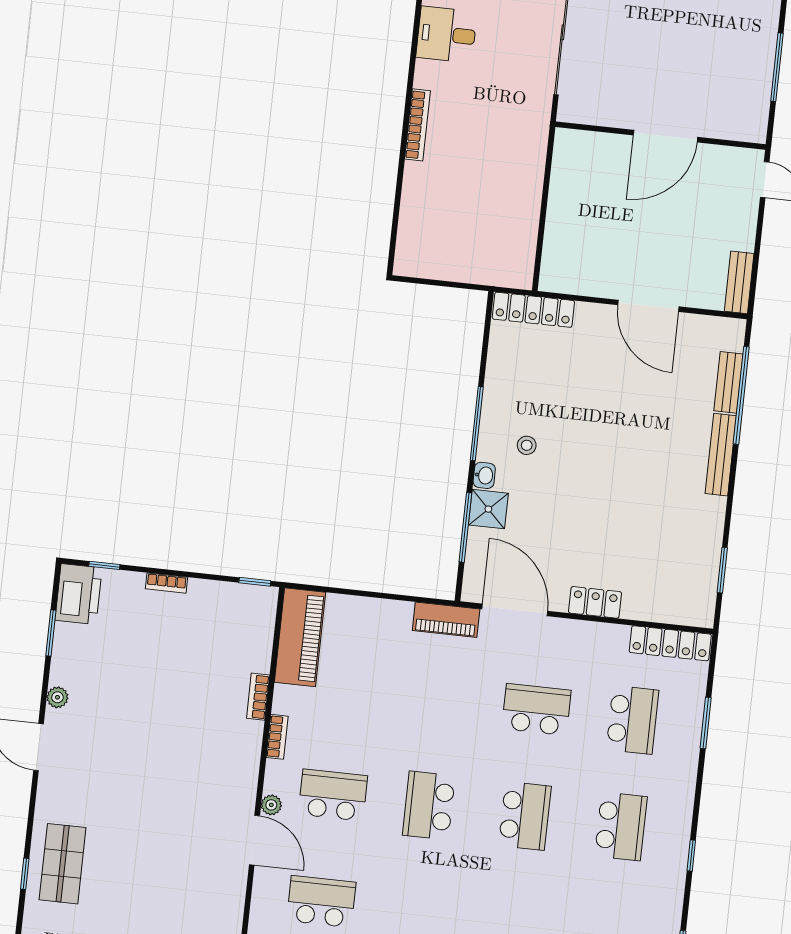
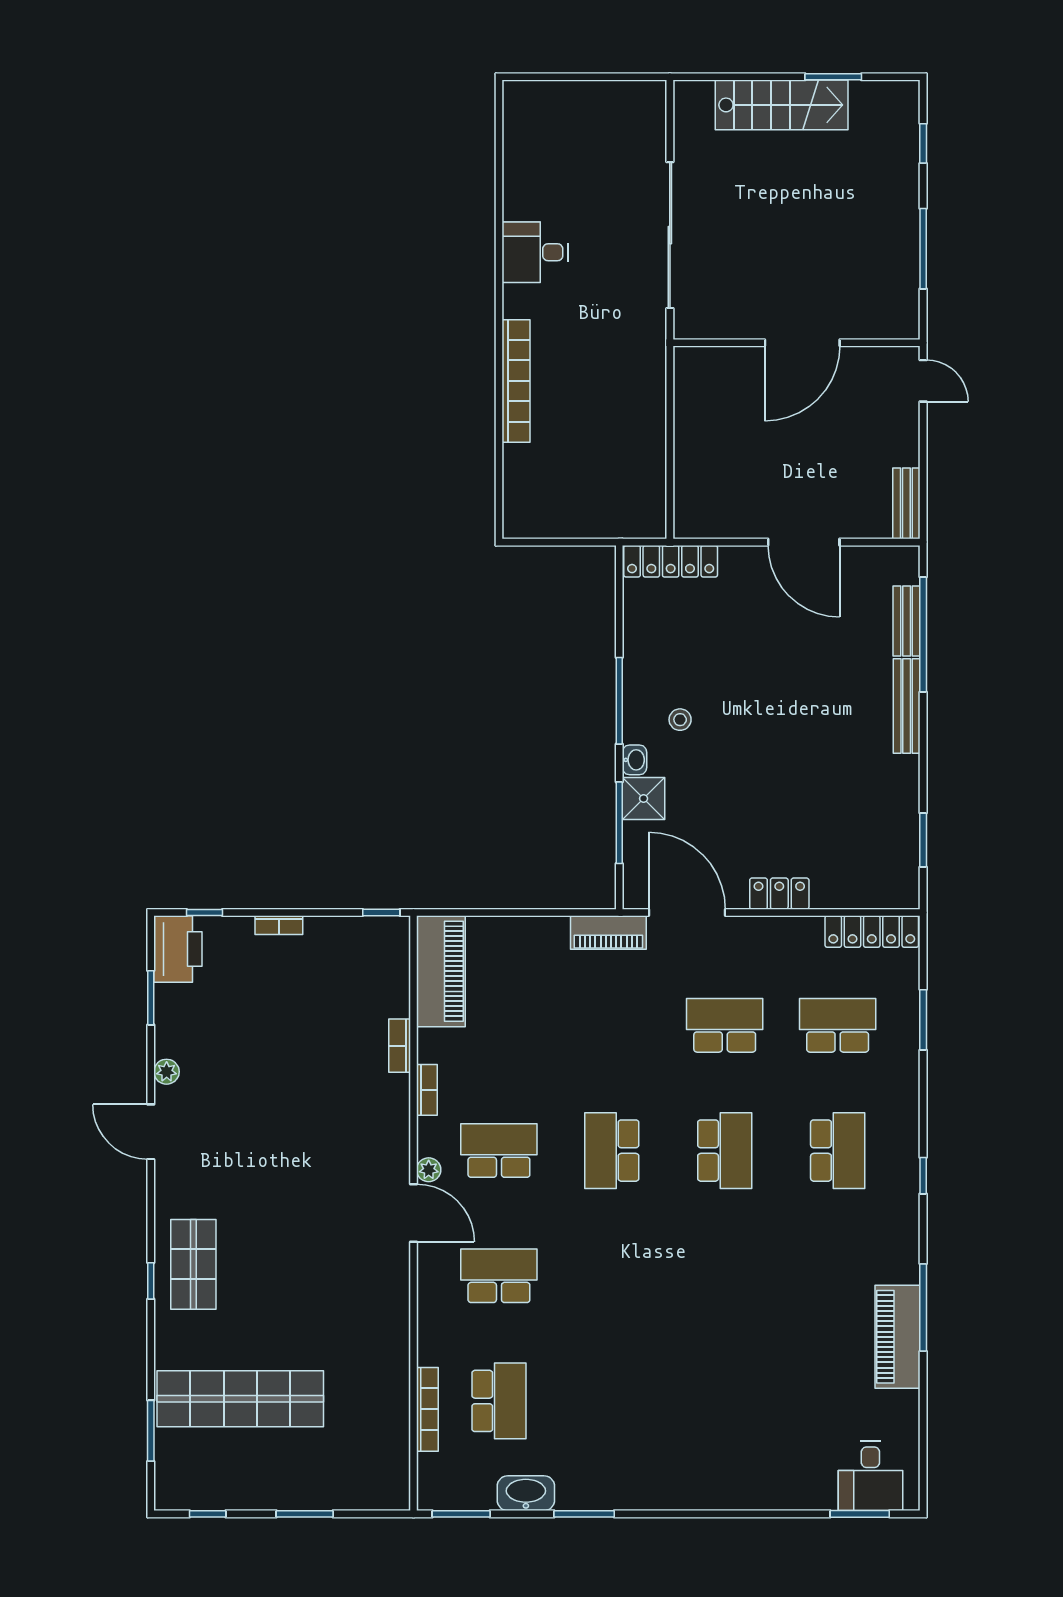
bookcase: (418, 125) -> (516, 381), width x1.48, depth x1.31
school desk: (632, 720) -> (838, 1025), turned -90

